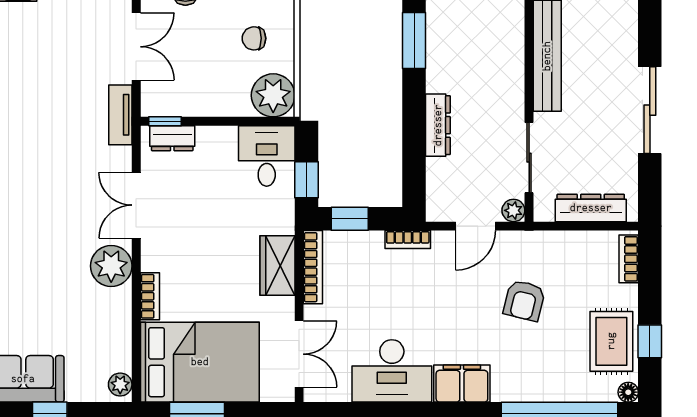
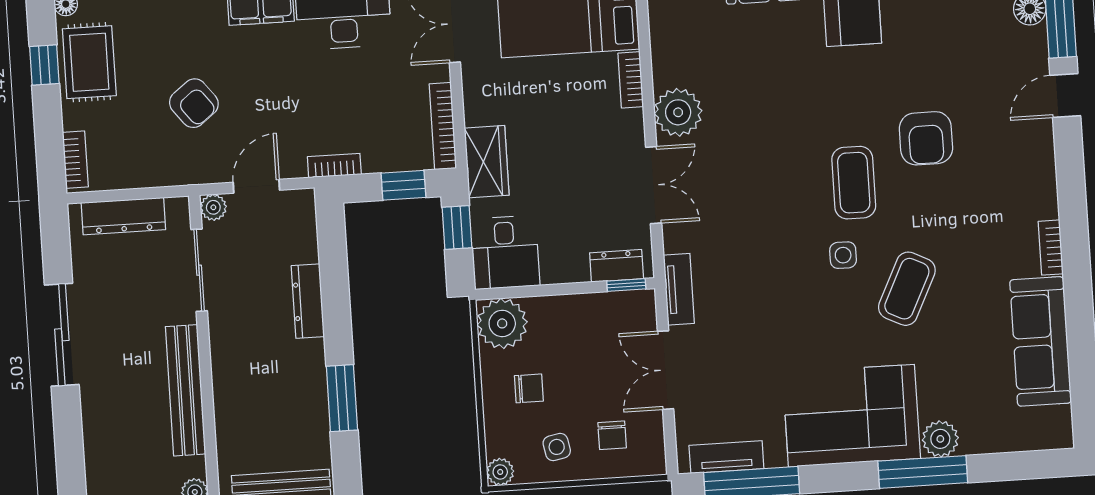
wardrobe: (277, 266) -> (487, 162), moved
armchair: (524, 300) -> (194, 103), turned 128

